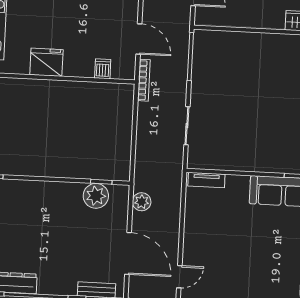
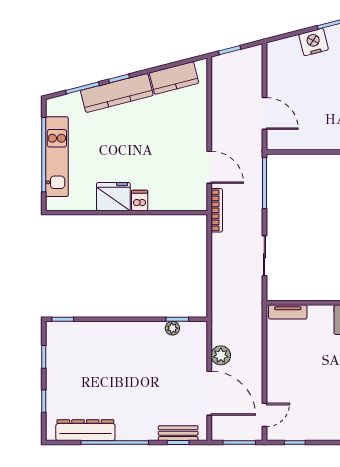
dishwasher: (103, 69) -> (140, 200), moved
plant: (96, 196) -> (172, 328), width x0.53, depth x0.53
plant: (142, 202) -> (221, 355), moved

